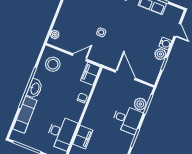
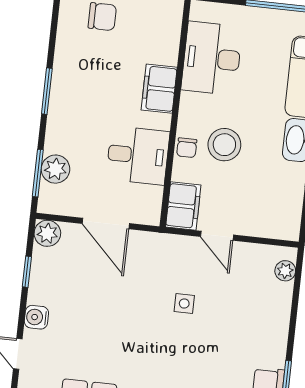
plant: (160, 54) -> (47, 233), moved
door: (80, 57) -> (217, 236), hinge flipped
stool: (53, 64) -> (224, 145), moved
desk: (127, 119) -> (138, 155), moved, turned 180
filing cabinet: (83, 137) -> (159, 89), moved

